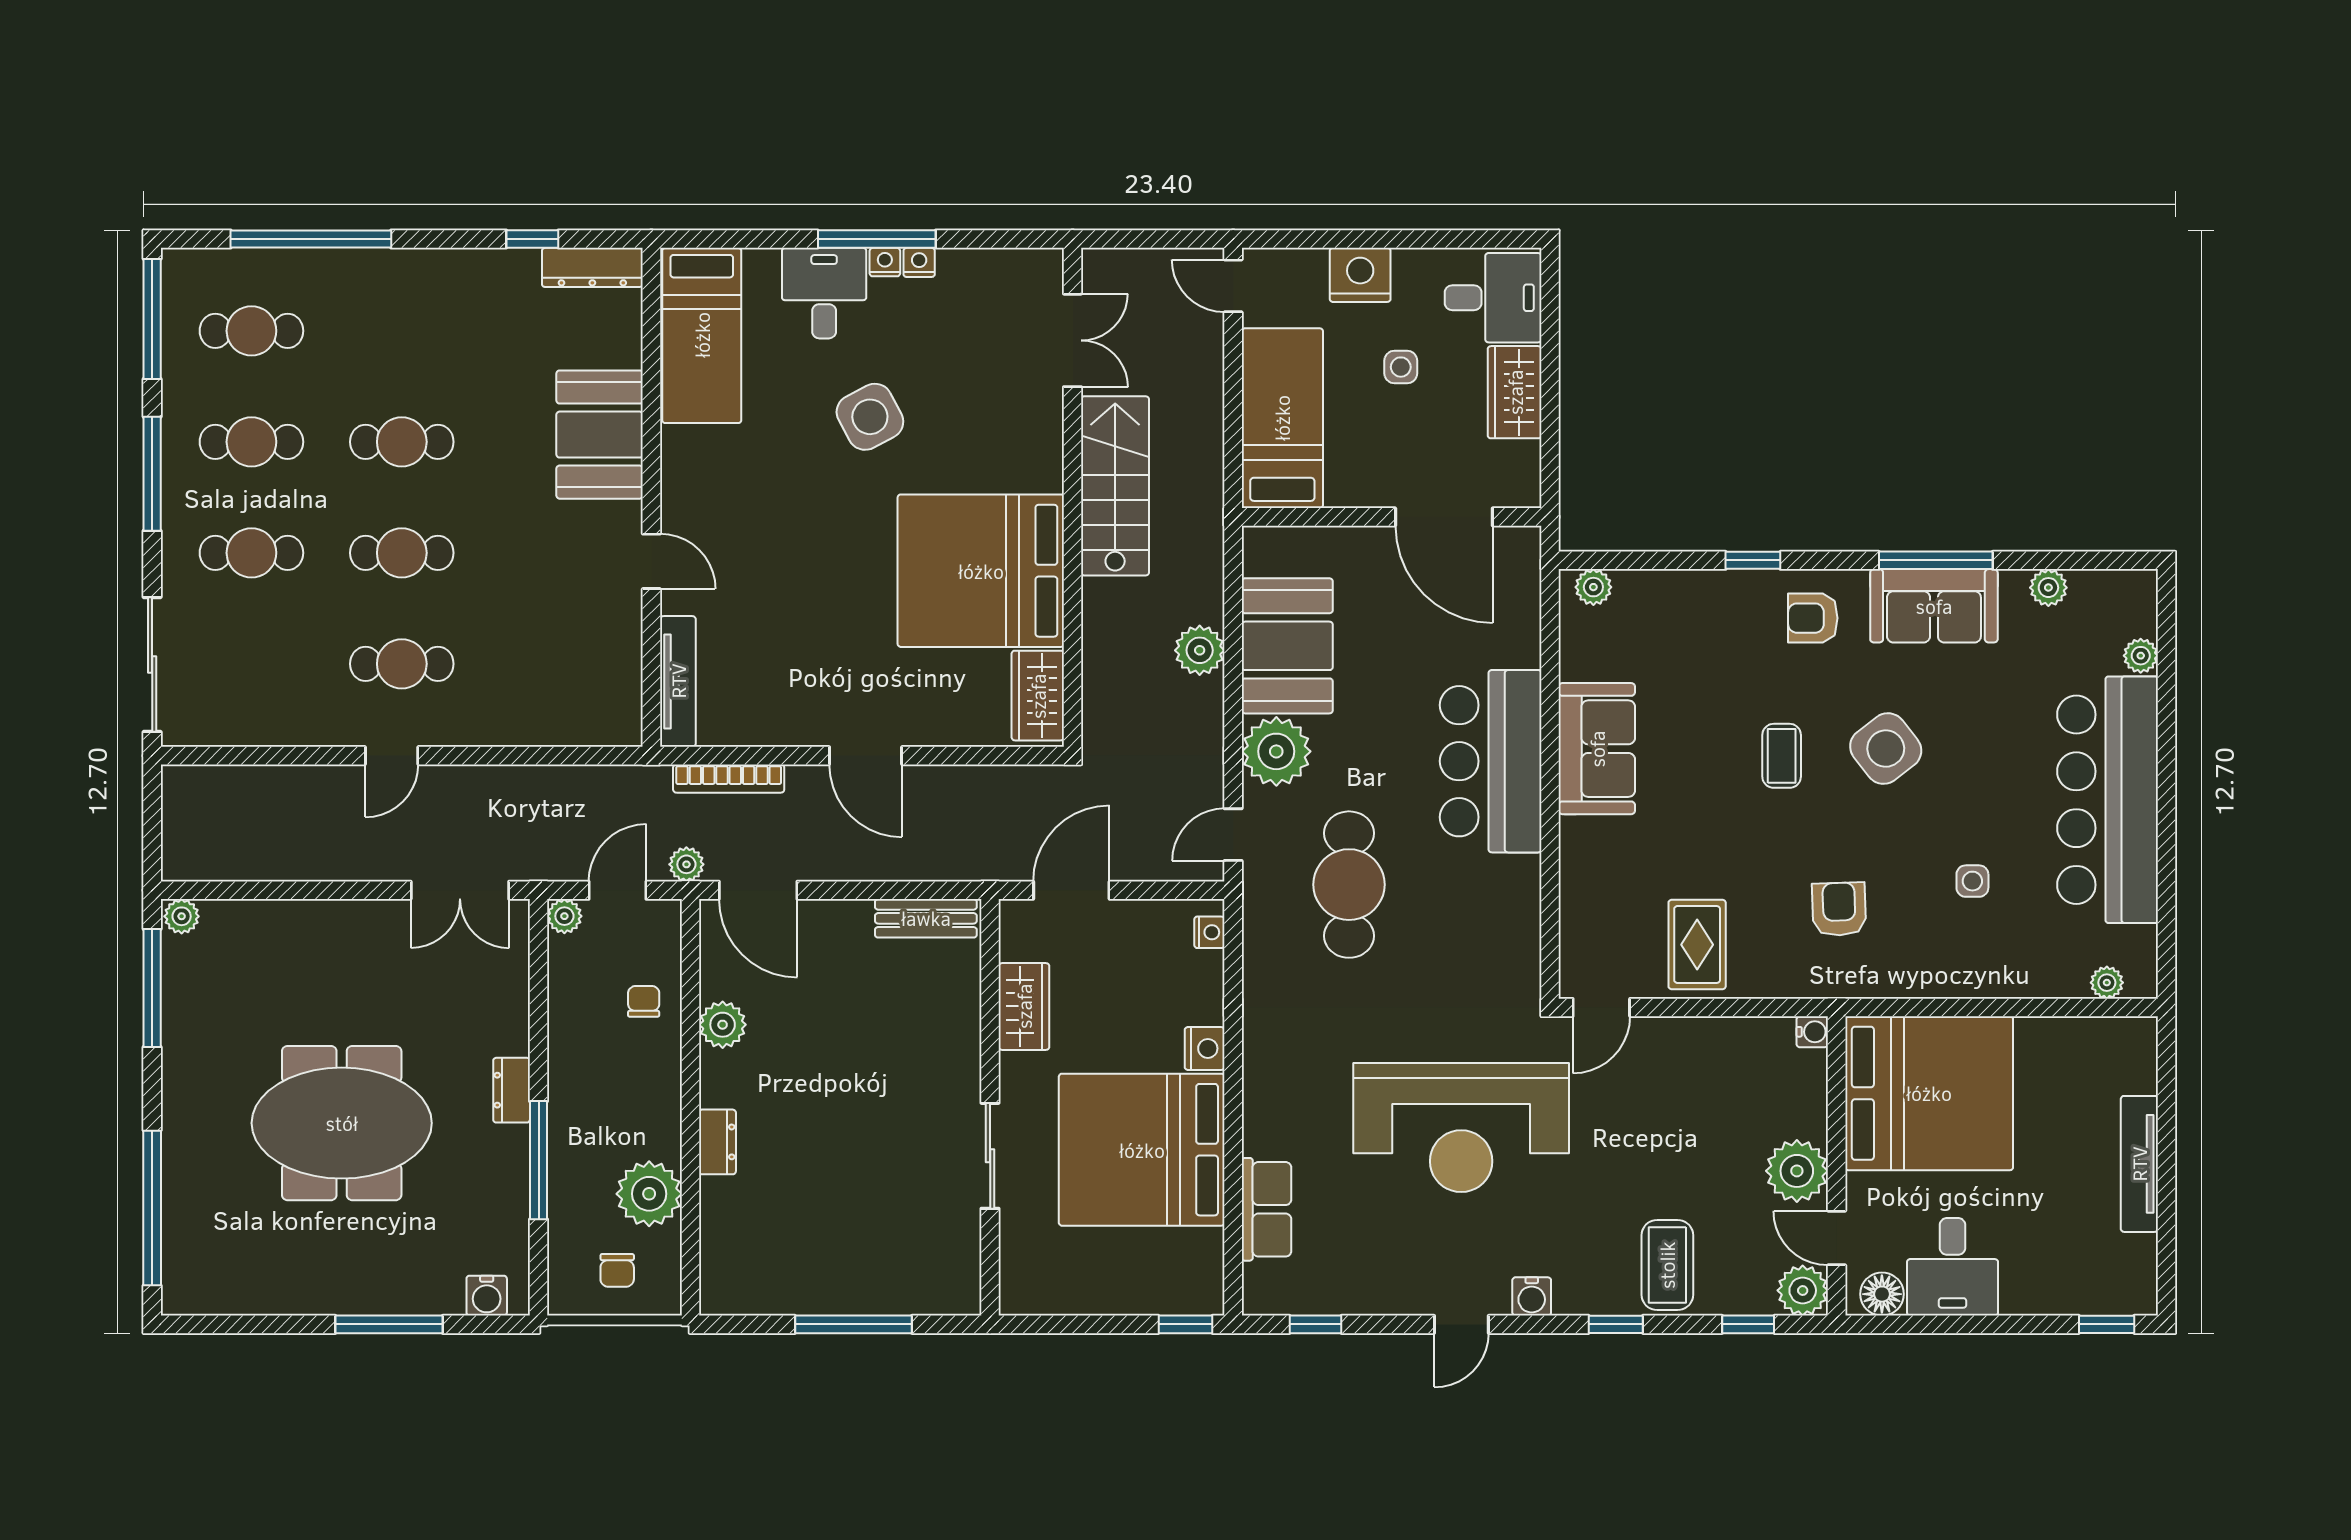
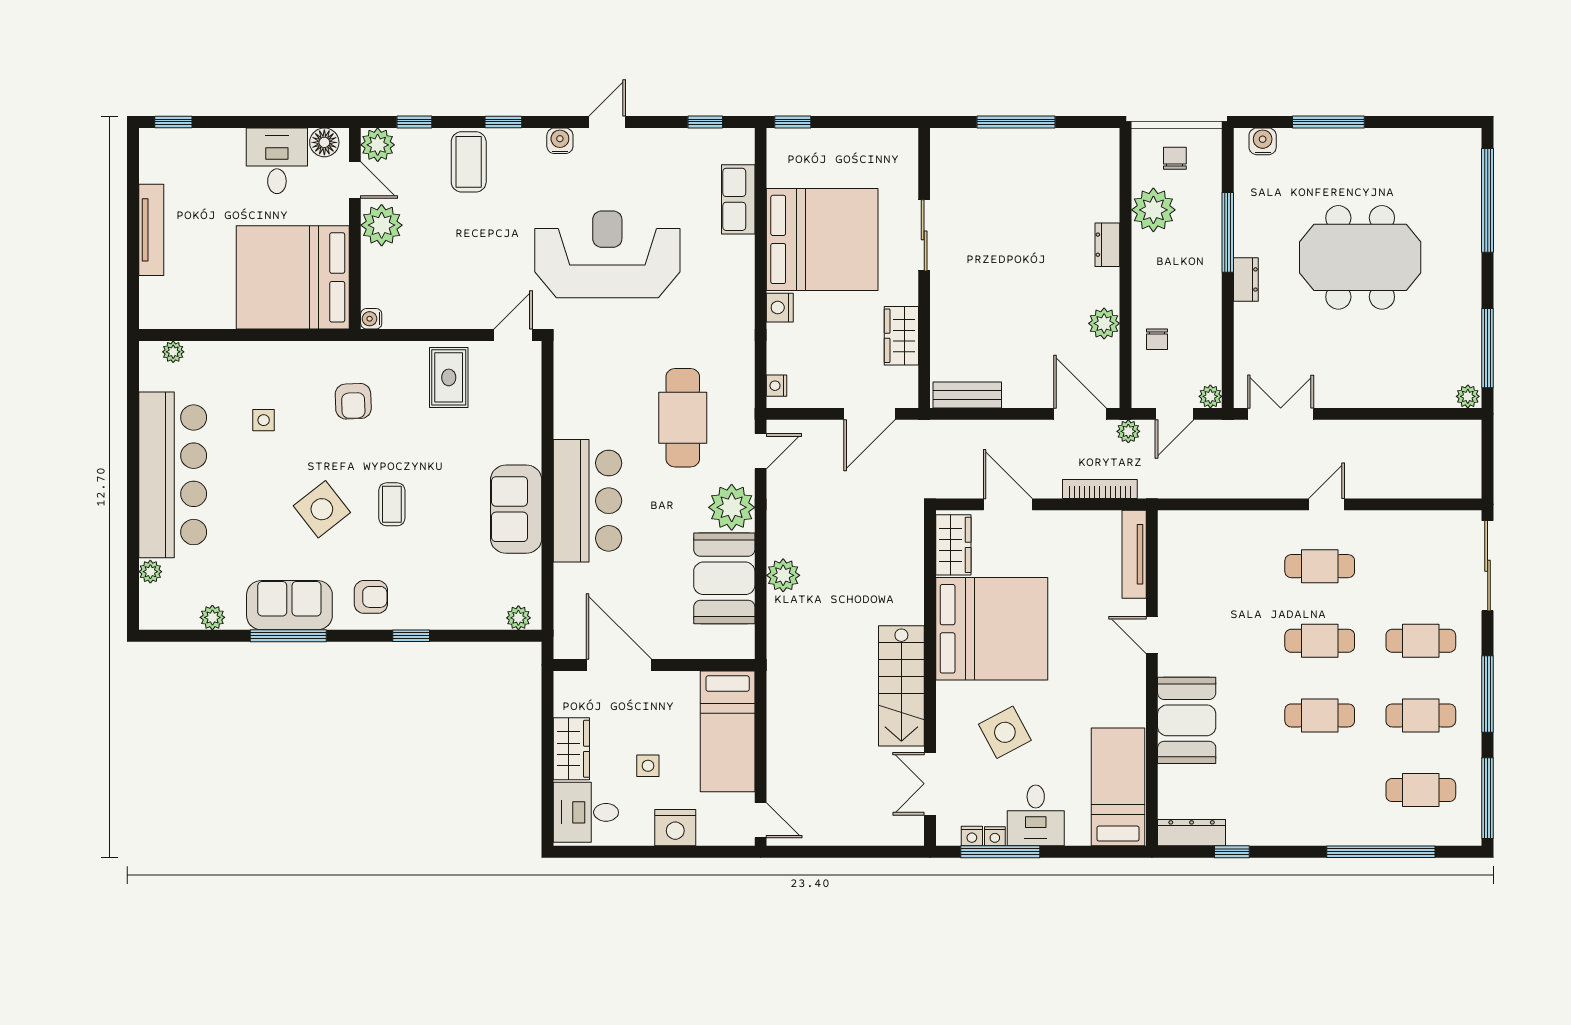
double door: (1073, 340) -> (930, 784), moved
stairs: (1115, 486) -> (901, 686), moved
wall: (1073, 497) -> (930, 678), moved
bed: (981, 571) -> (992, 629), moved
wardrobe: (1038, 696) -> (953, 545), moved

